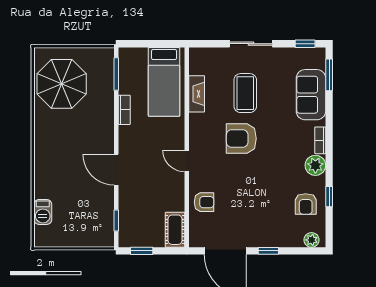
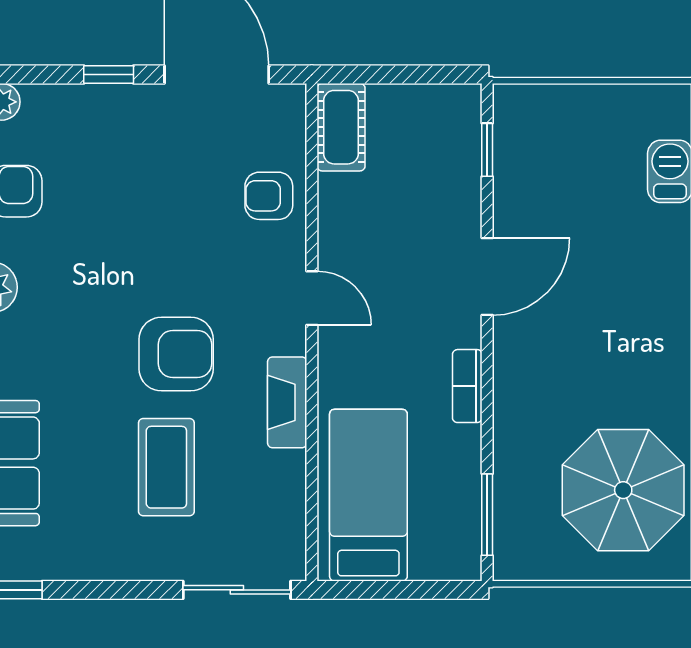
sliding door: (251, 44) -> (237, 590), moved
fireplace: (197, 94) -> (287, 402), moved
bookcase: (124, 110) -> (467, 386), moved
door: (116, 170) -> (487, 277), hinge flipped
window: (142, 251) -> (424, 75), removed

